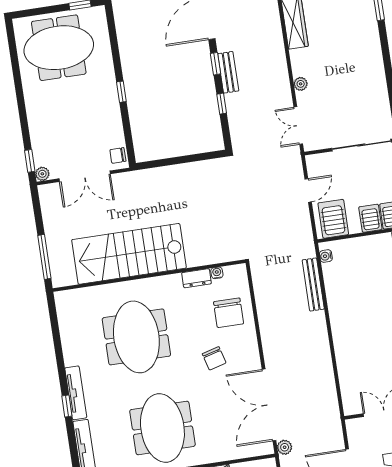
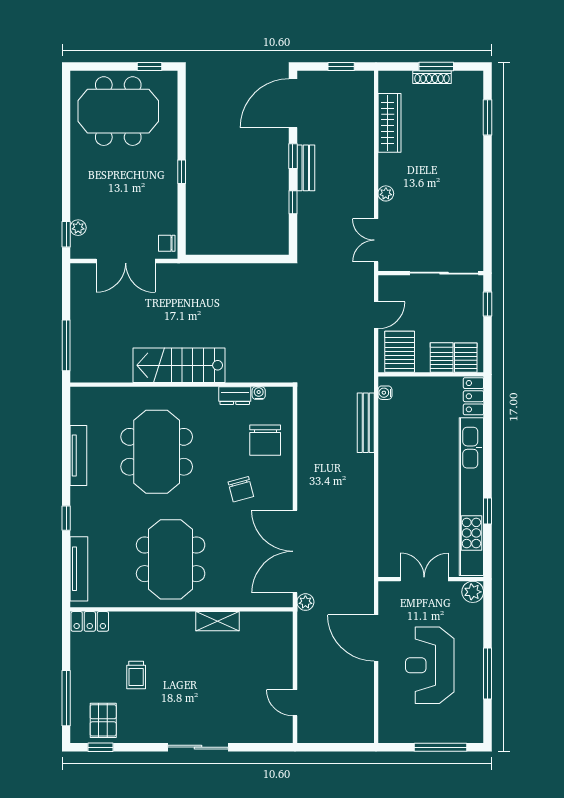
plant: (42, 174) -> (78, 228), moved
stairs: (129, 254) -> (179, 365), width x0.73, depth x0.66
tv unit: (76, 393) -> (78, 455), moved

